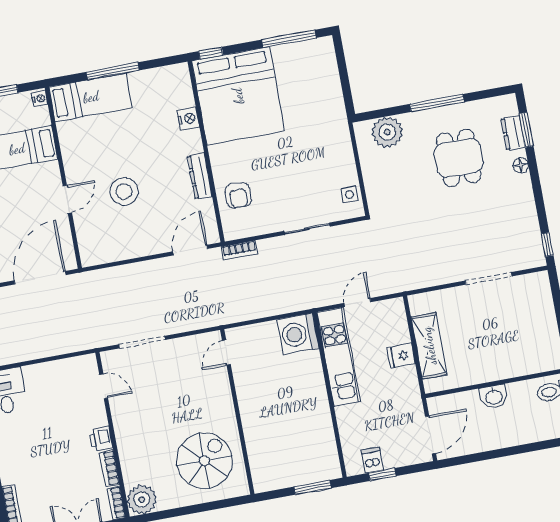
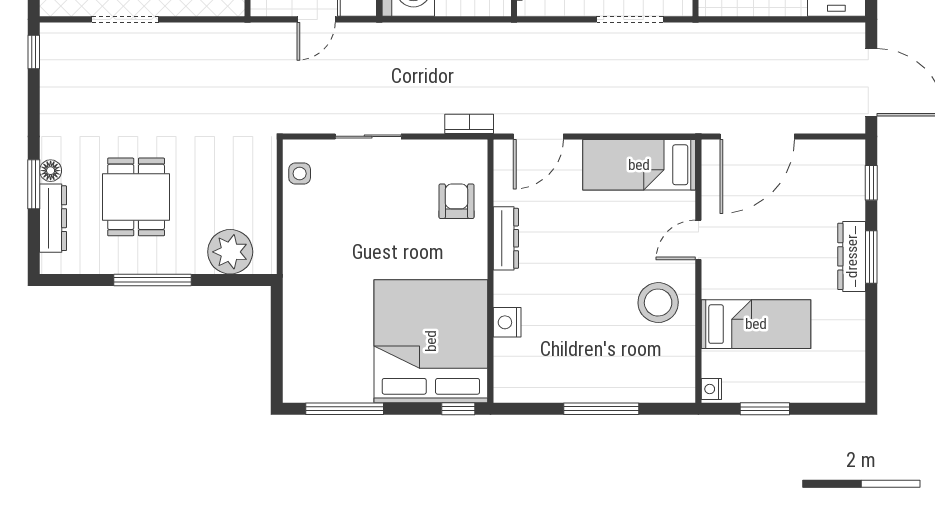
bed: (91, 97) -> (639, 165), moved
window: (526, 130) -> (34, 184), moved
dresser: (513, 133) -> (53, 218), width x1.44
stool: (124, 192) -> (658, 303), moved

